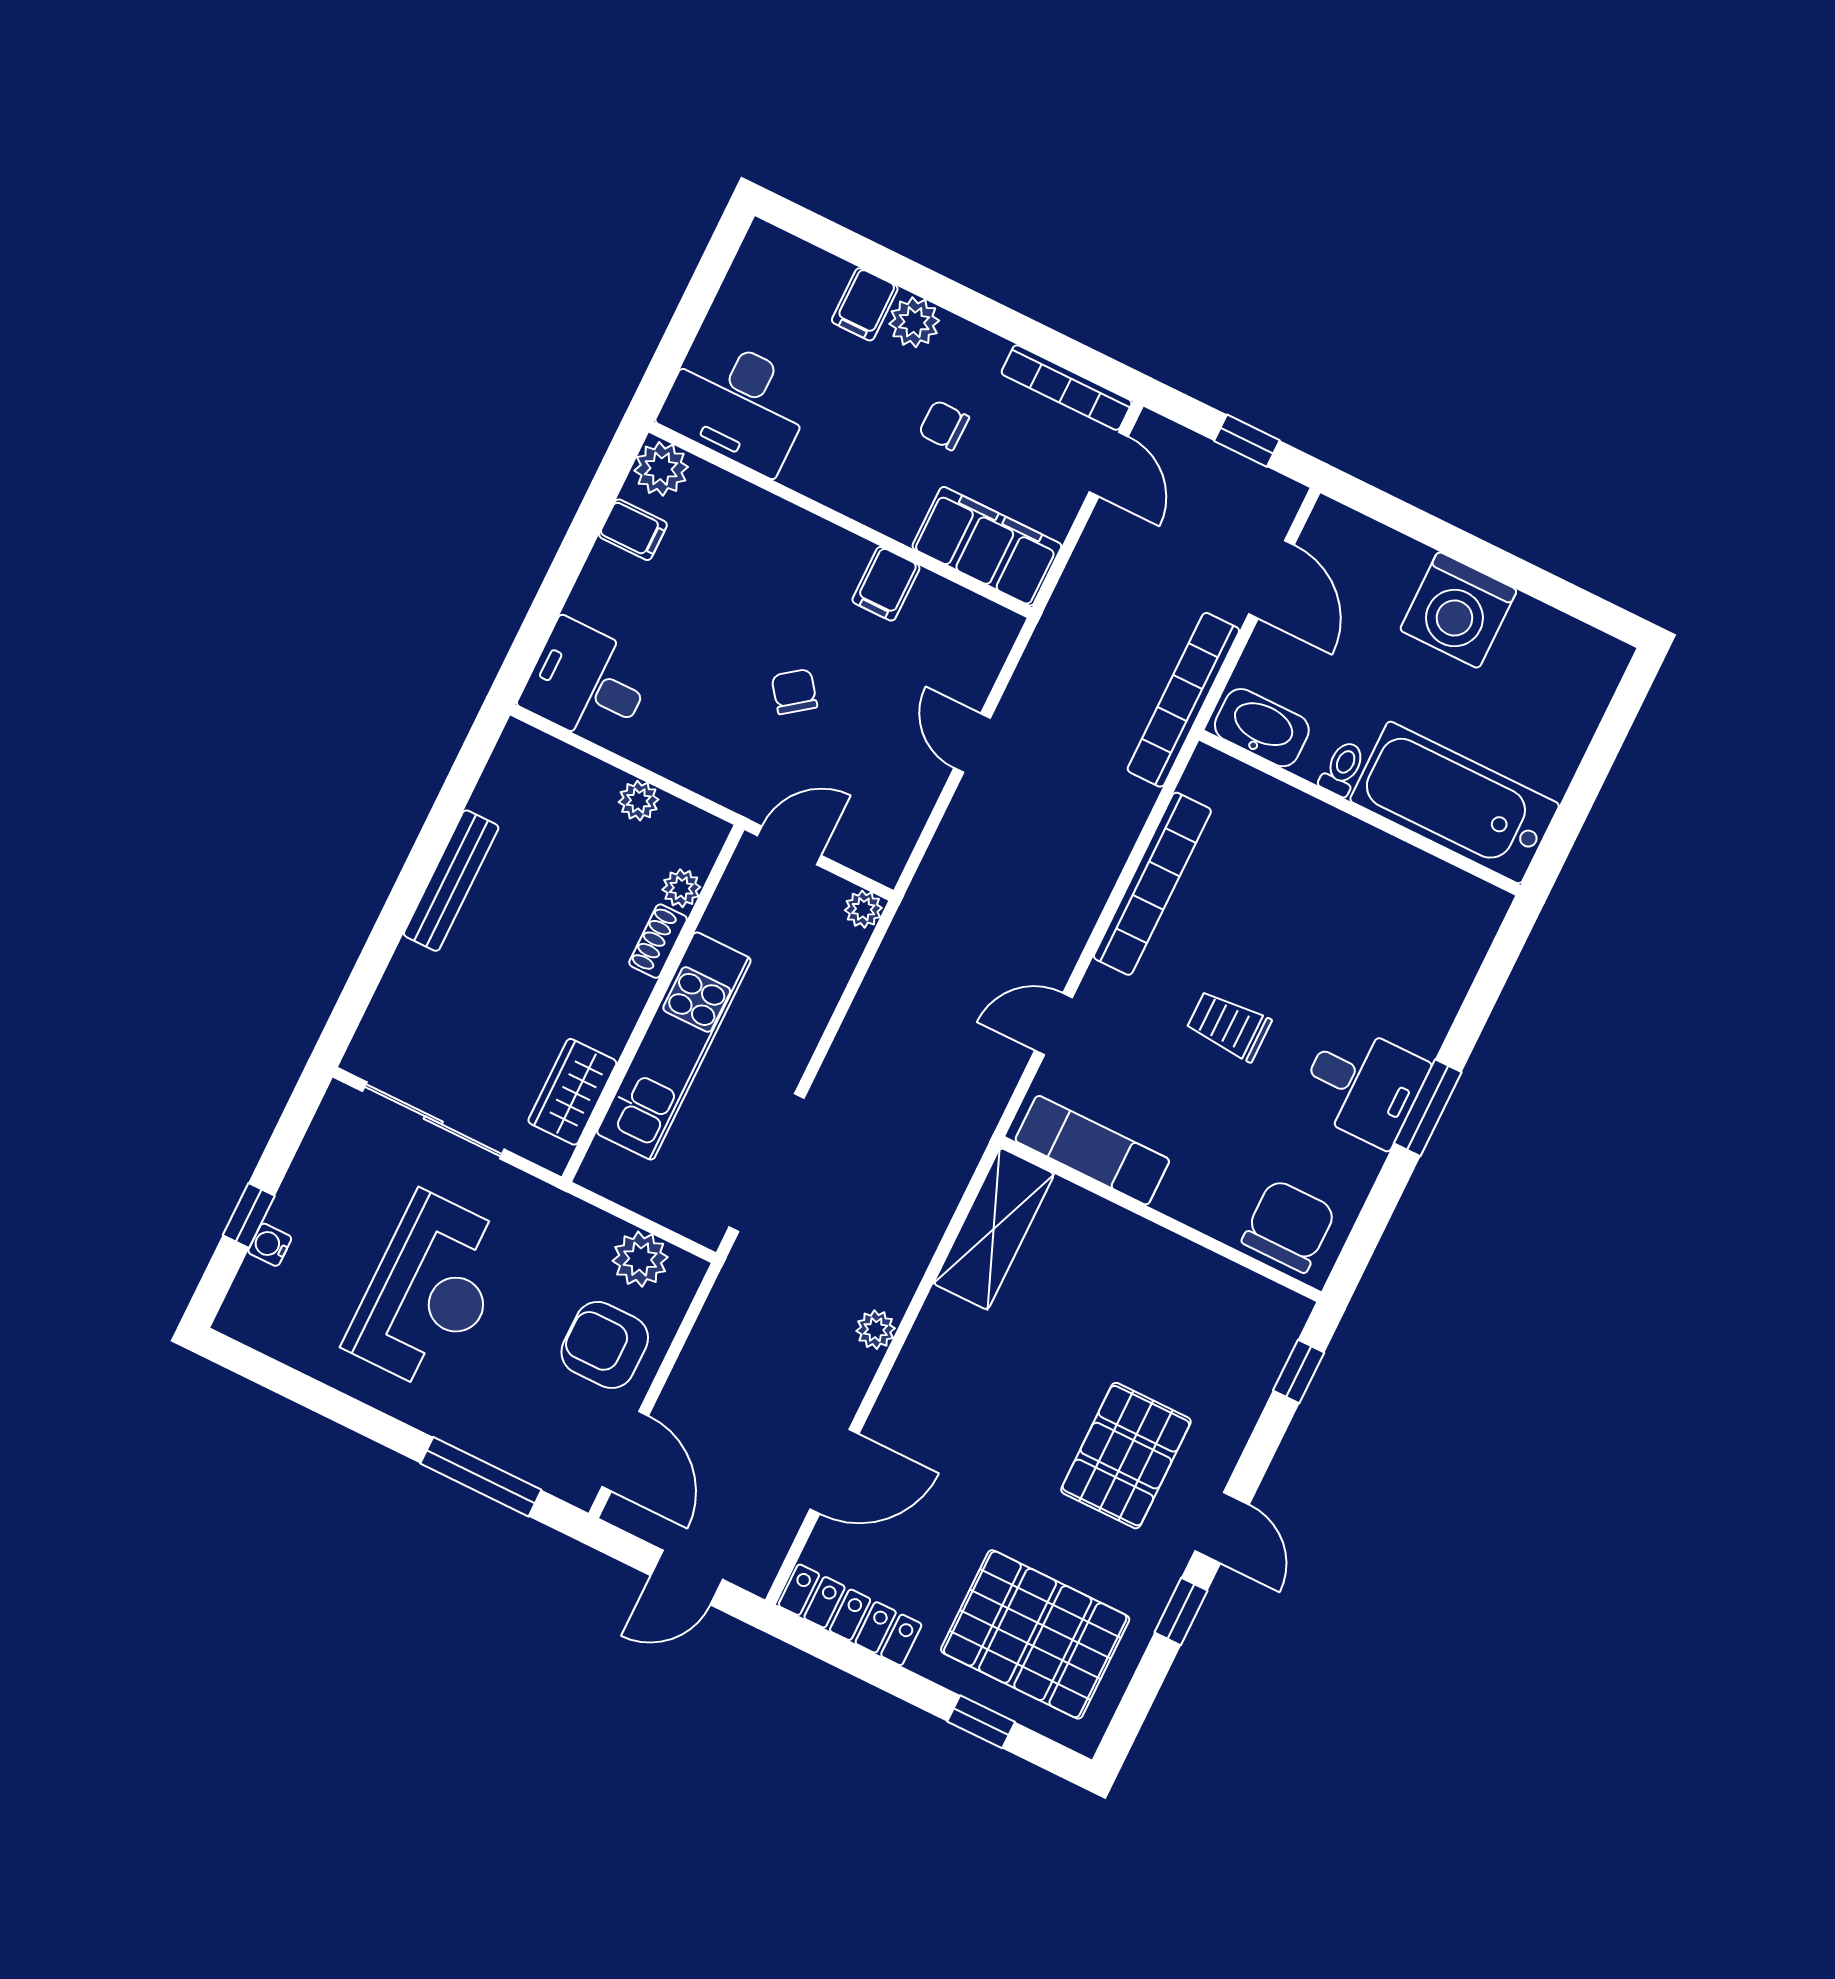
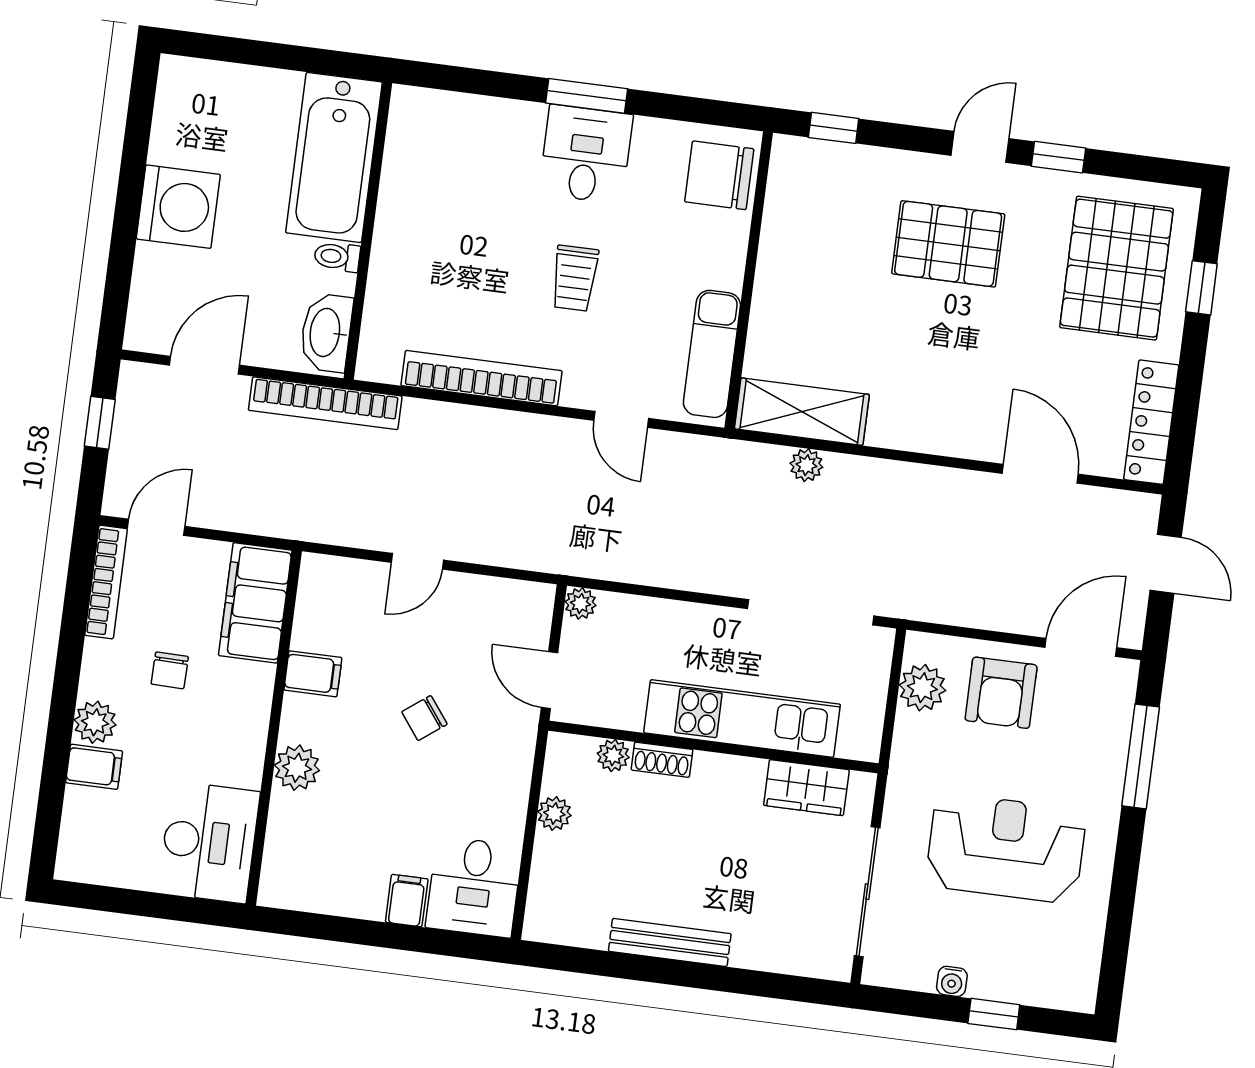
plant: (661, 469) -> (297, 768), moved
filing cabinet: (633, 530) -> (407, 901), moved
water cooler: (270, 1245) -> (952, 981), moved
plant: (876, 1330) -> (806, 465), moved

